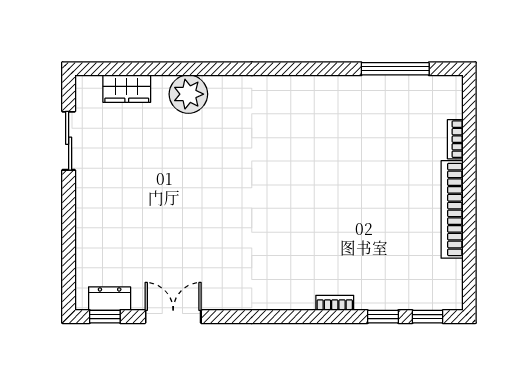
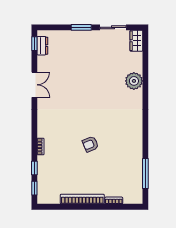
wardrobe: (127, 89) -> (136, 41), moved
armchair: (329, 191) -> (90, 144), added
window: (69, 212) -> (81, 27), added
double door: (173, 317) -> (34, 85), moved

